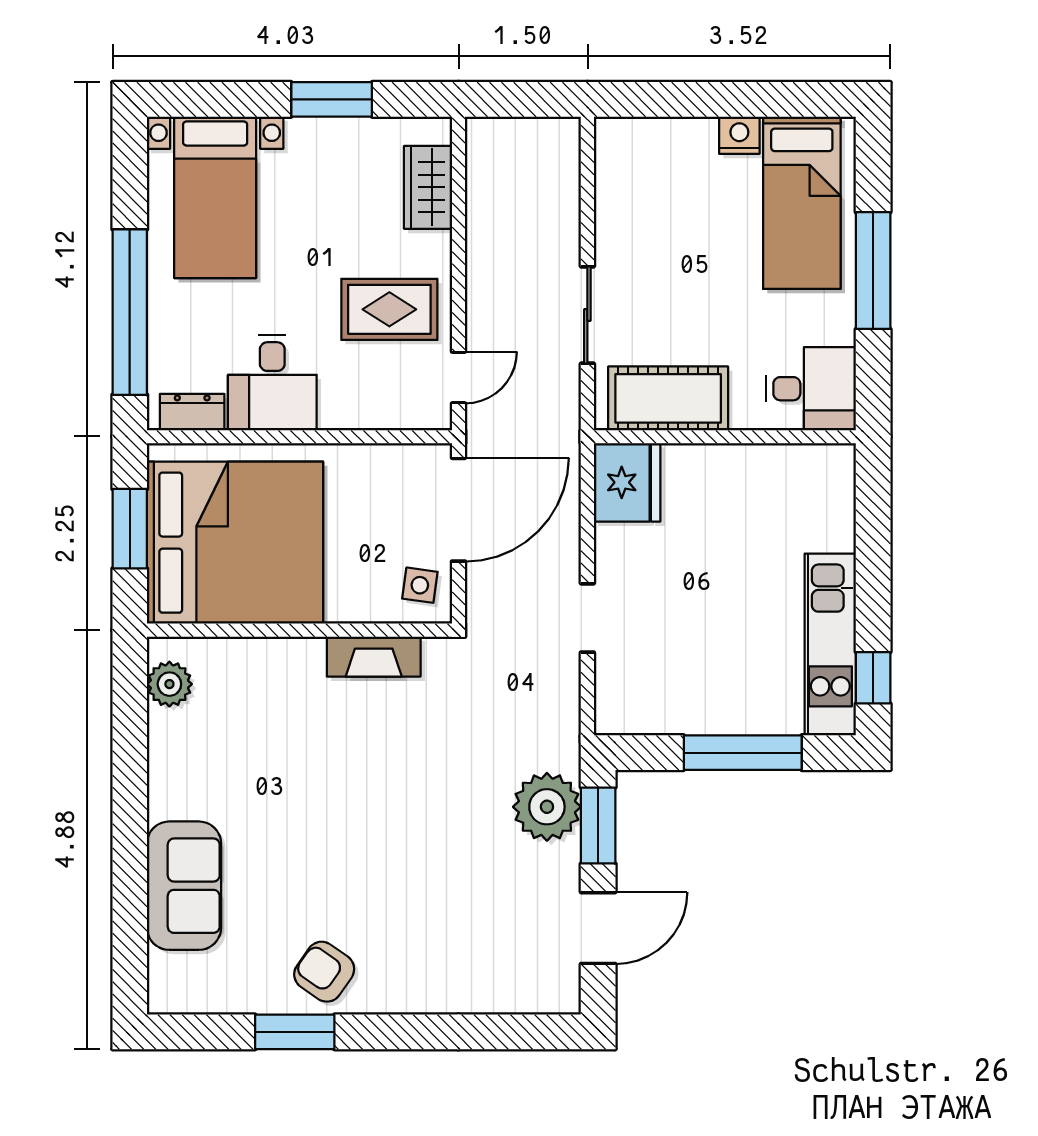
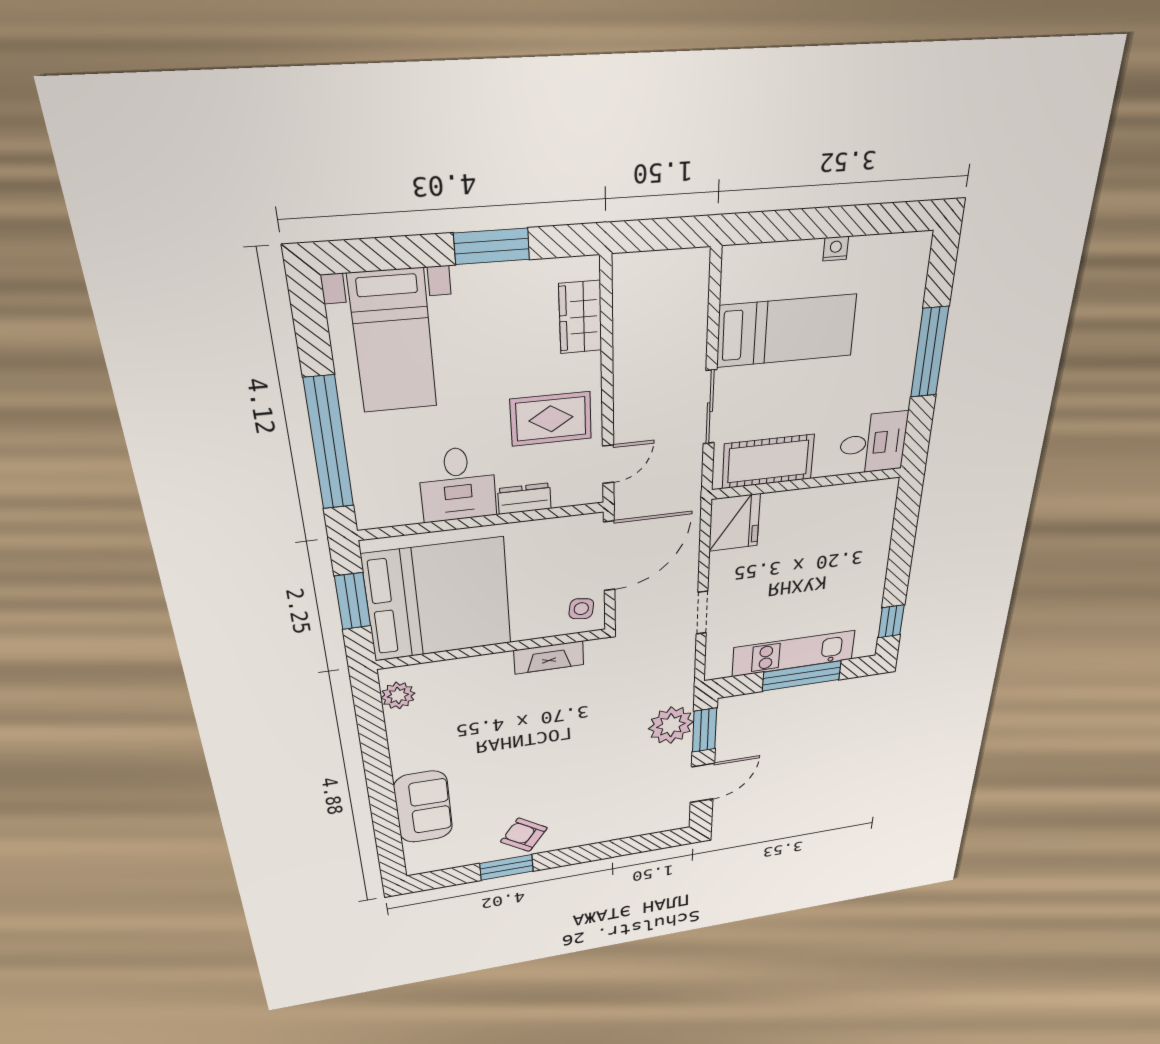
nightstand: (739, 135) -> (836, 249), width x0.72, depth x0.74
bed: (802, 203) -> (787, 331), moved, turned -90
dresser: (192, 412) -> (524, 499), moved
kitchen unit: (830, 644) -> (794, 653), moved, turned 90

